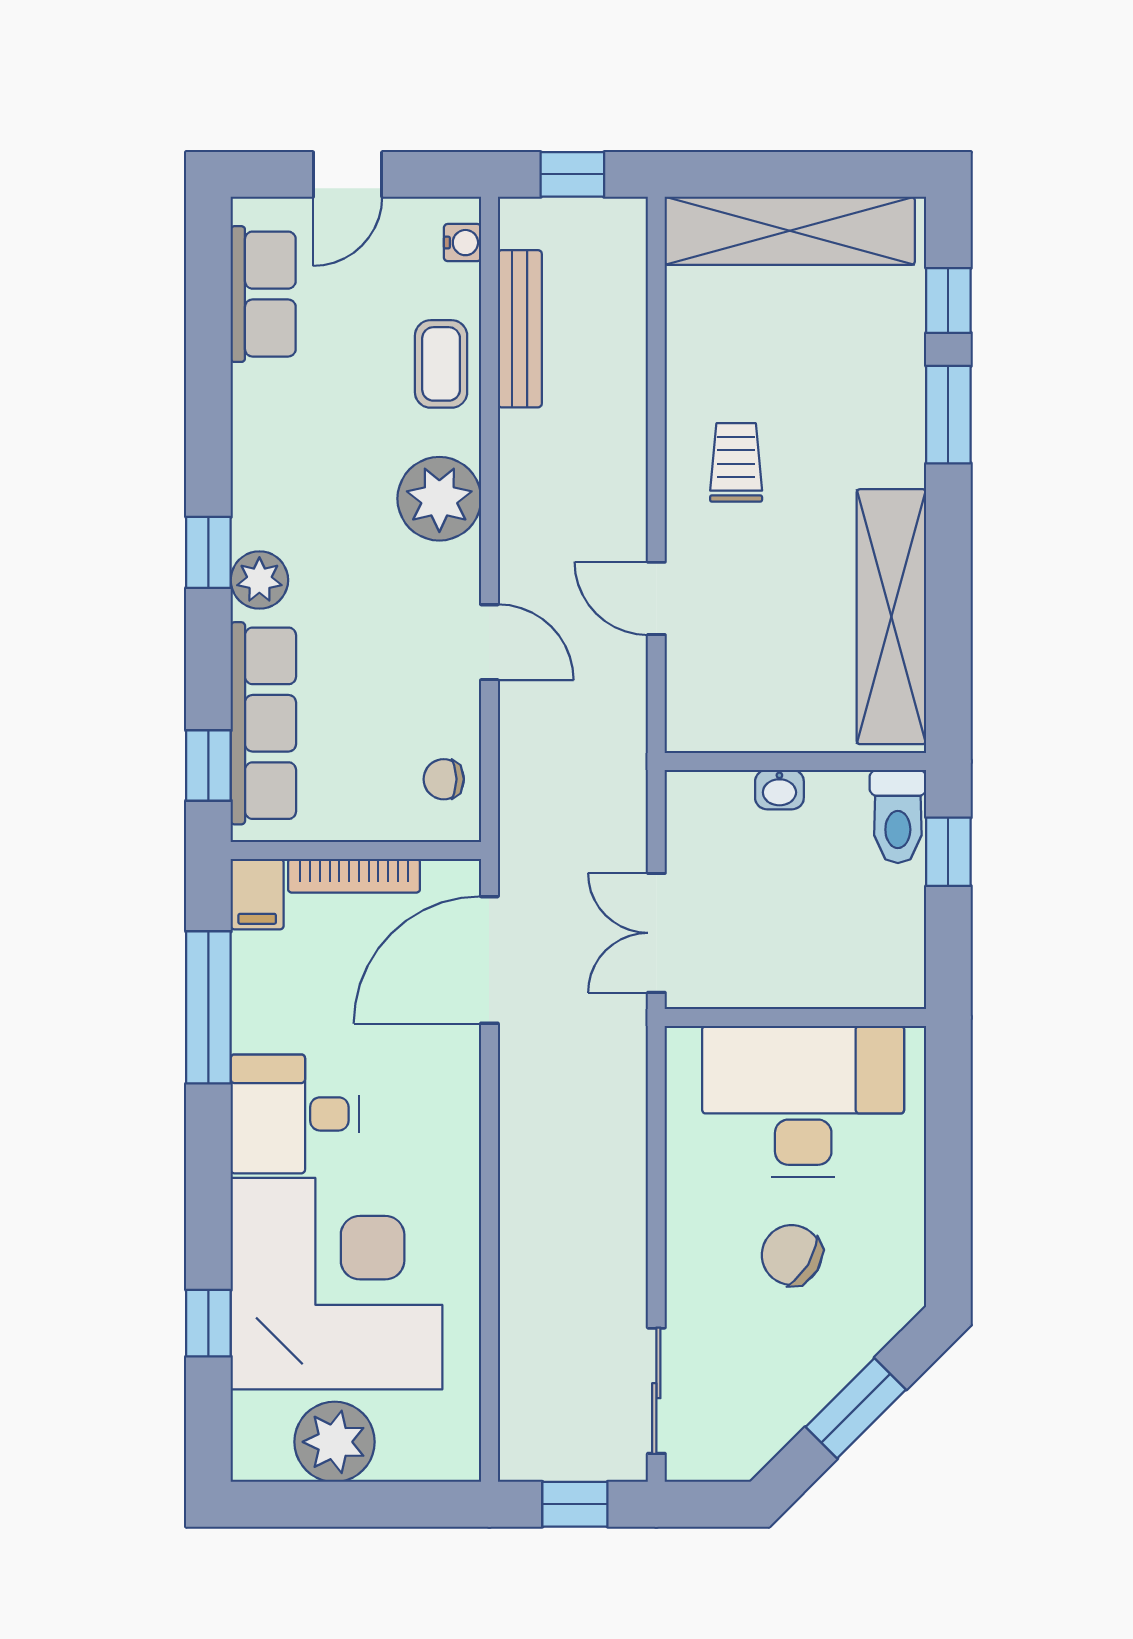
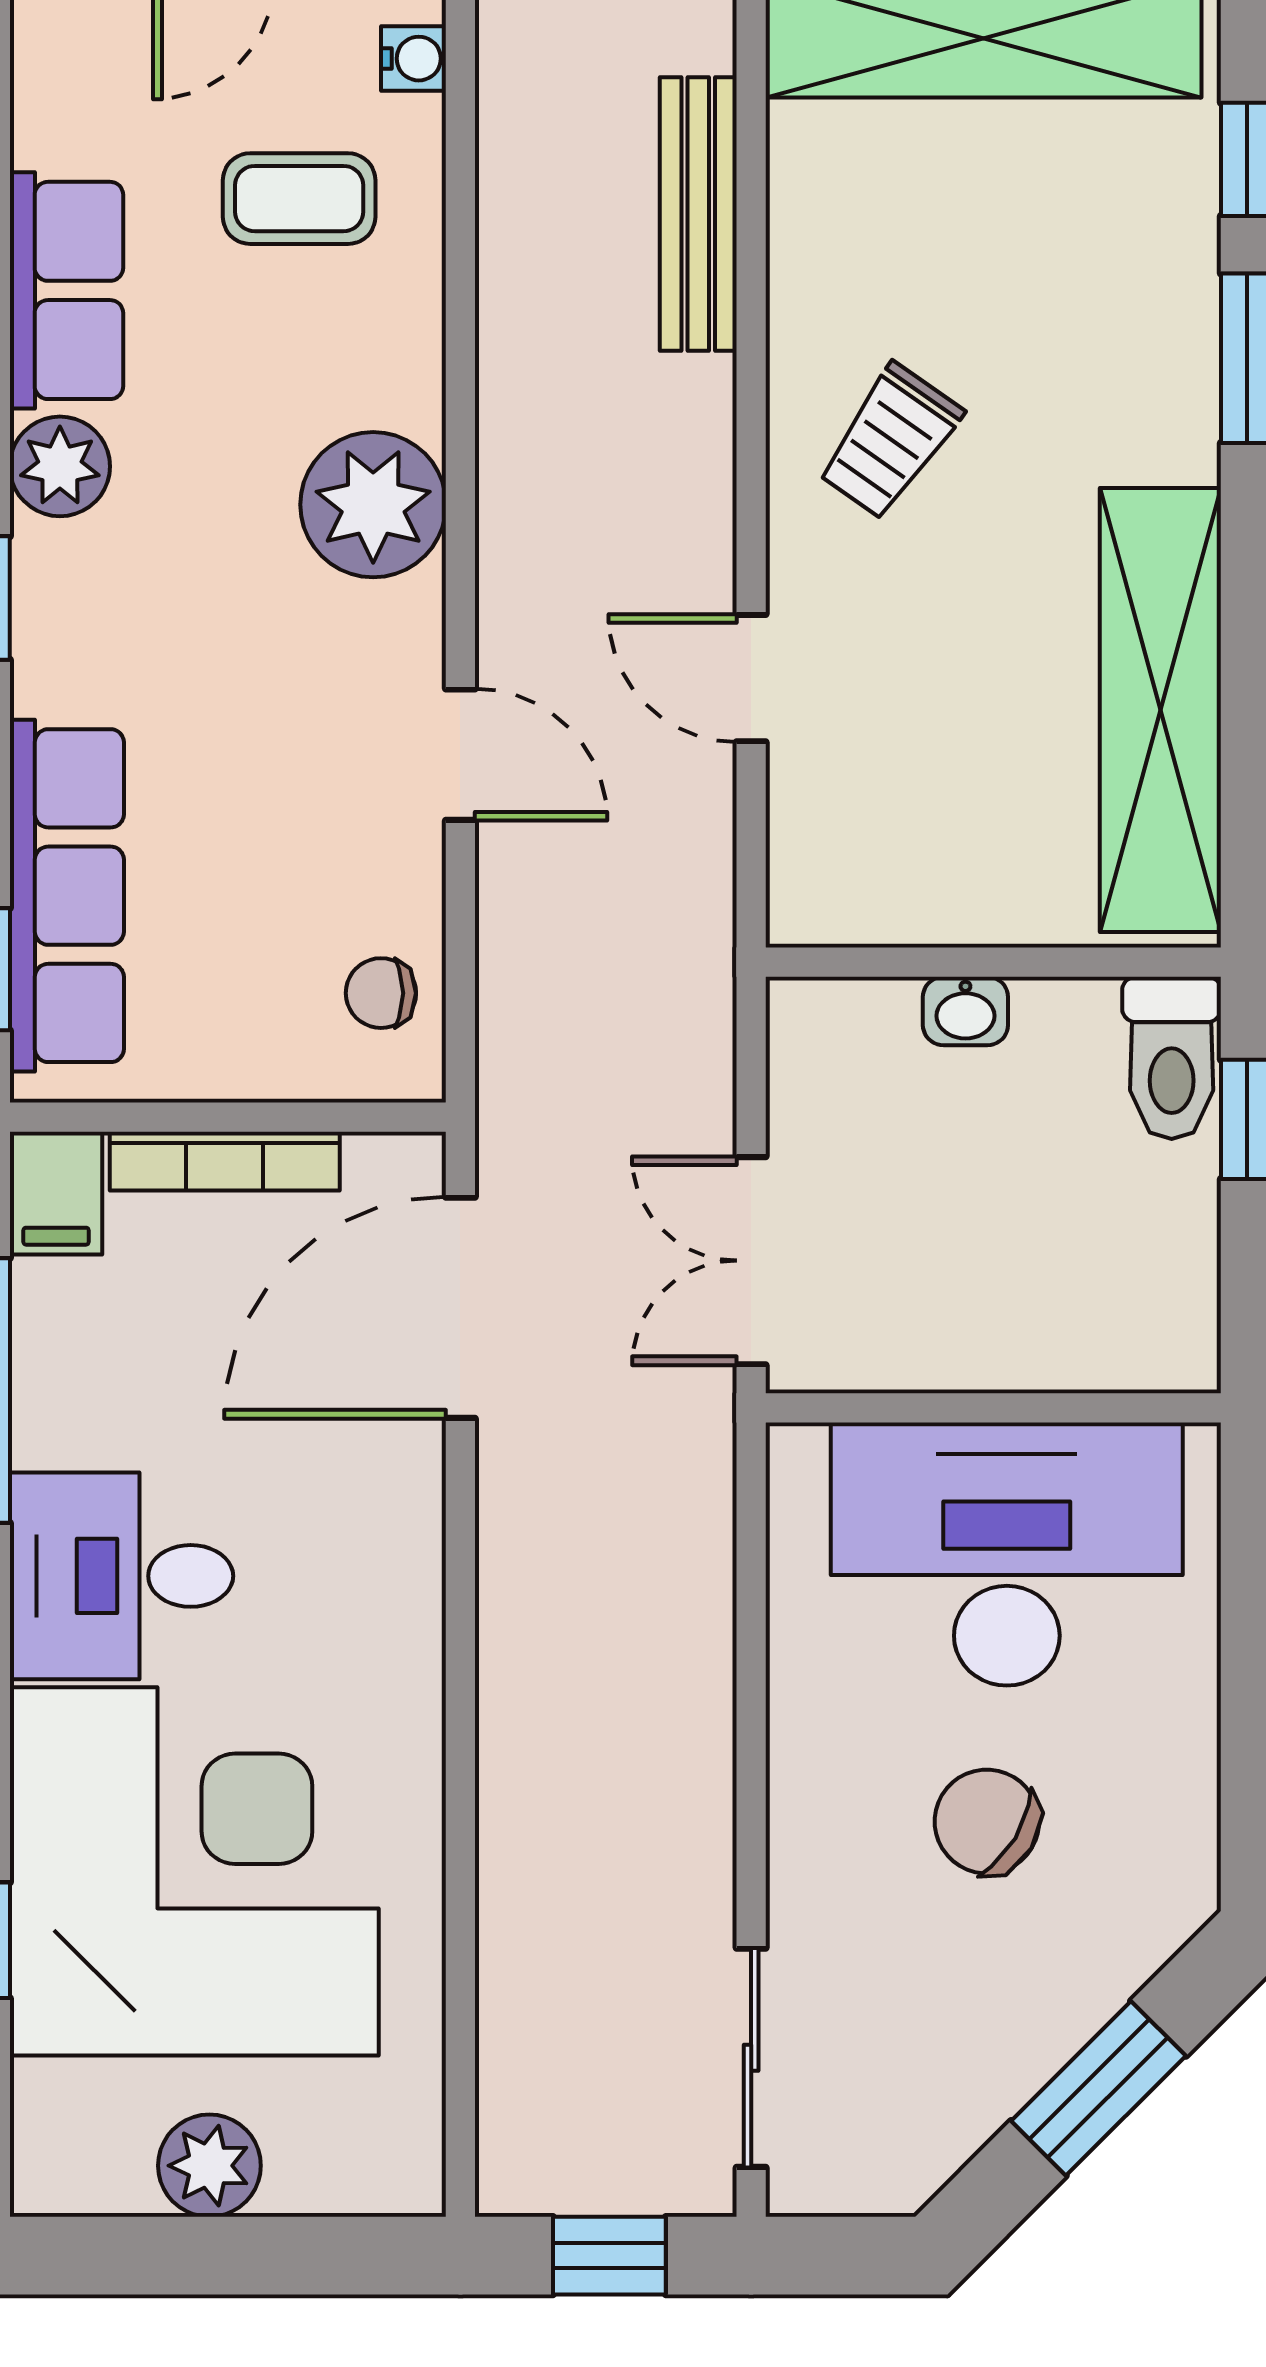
row of seats: (263, 294) -> (66, 290), moved
bench: (520, 329) -> (698, 214), moved
coffee table: (441, 364) -> (299, 199), moved, turned 90
trolley: (736, 462) -> (890, 441), turned -145
plant: (259, 580) -> (60, 466), moved
plant: (335, 1442) -> (209, 2166), width x0.73, depth x0.73

